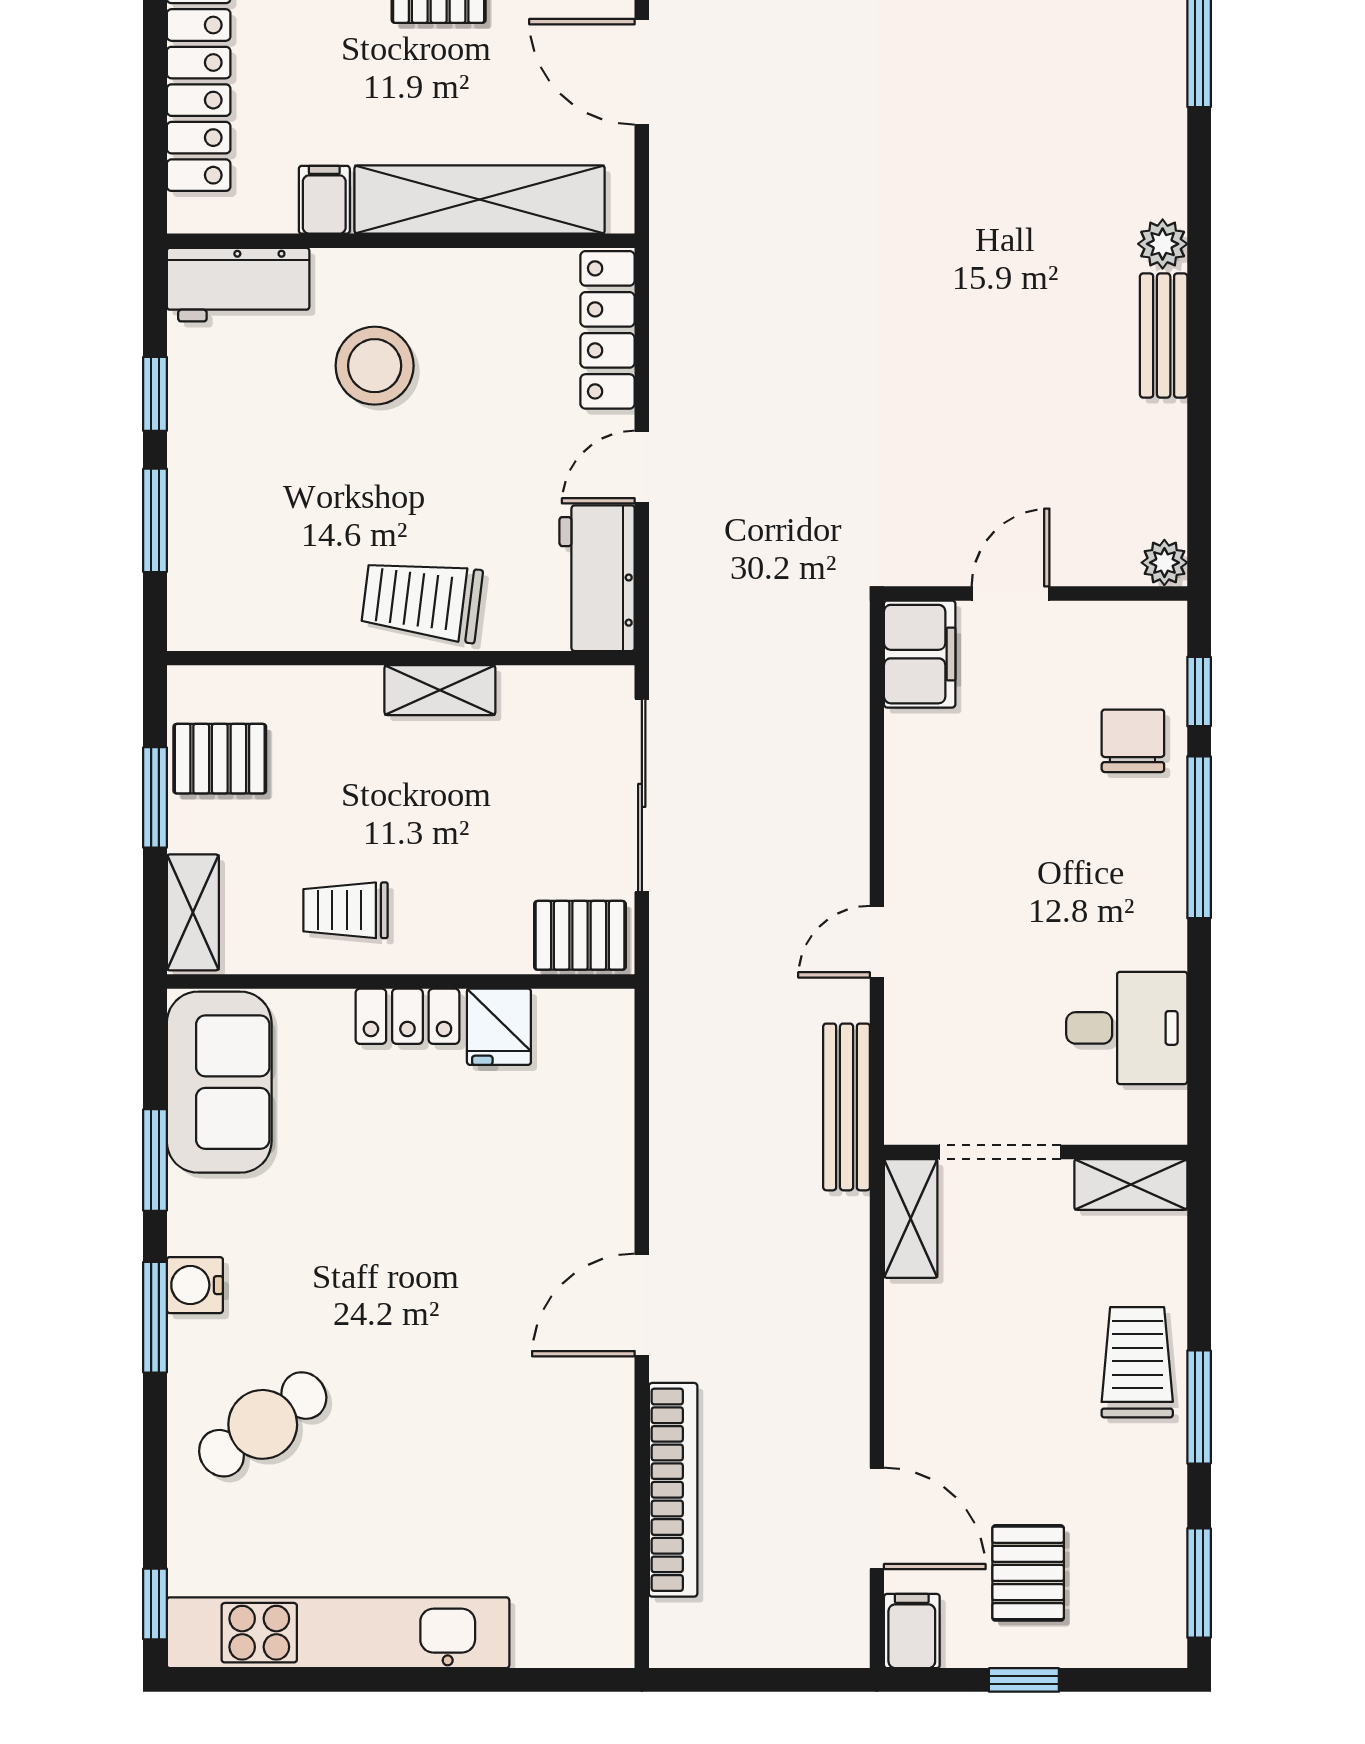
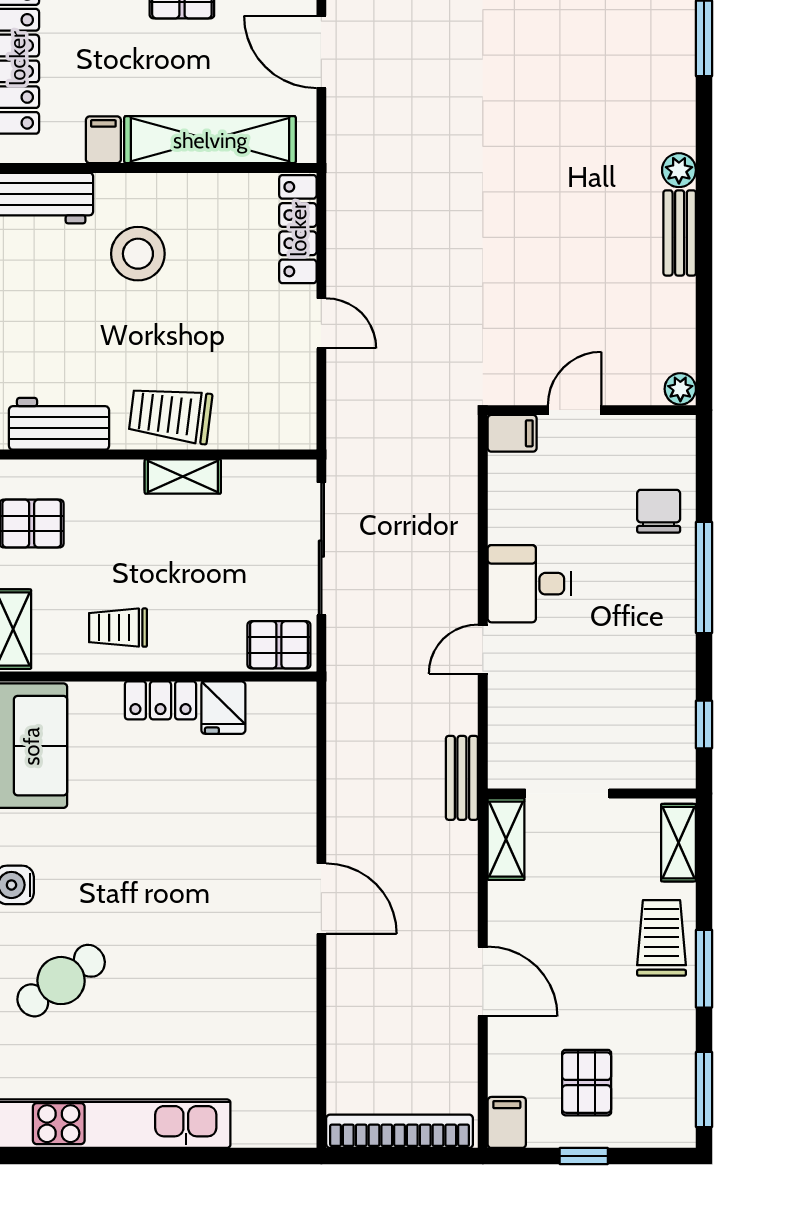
door: (642, 467) -> (321, 323), swing flipped
workbench: (597, 578) -> (59, 424), moved, turned 90
filing cabinet: (920, 654) -> (512, 433), width x0.50
window: (1199, 691) -> (704, 724), moved
desk: (1127, 1028) -> (529, 584), moved, turned 180
bench: (847, 1107) -> (462, 778), width x0.73
shelving: (1131, 1184) -> (678, 843), moved, turned 90
door: (642, 1305) -> (321, 899), swing flipped
bookcase: (673, 1490) -> (400, 1131), moved, turned -90
door: (877, 1518) -> (483, 981), moved

